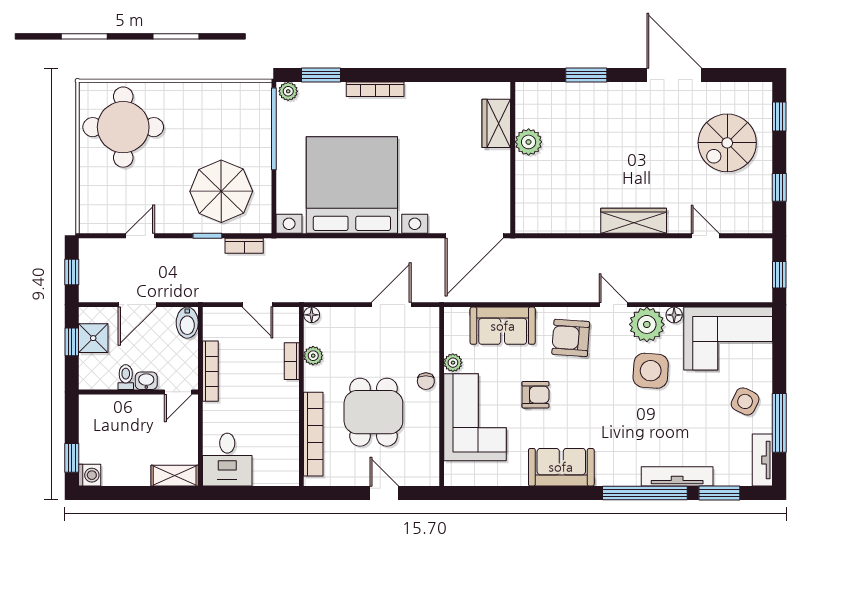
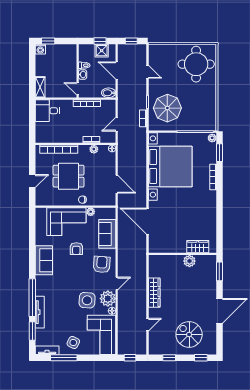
wardrobe: (496, 123) -> (198, 247), moved
plant: (529, 142) -> (189, 261), moved
wall: (513, 158) -> (182, 254), moved

